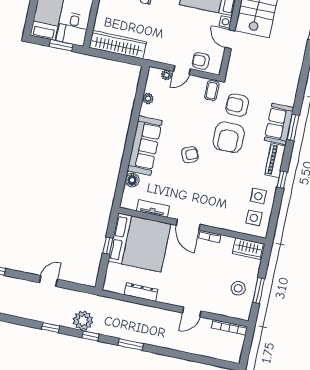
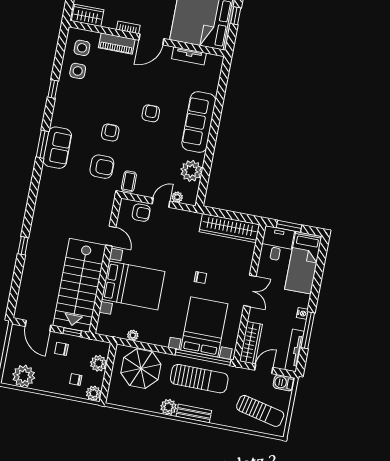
plant: (148, 99) -> (191, 171), width x1.87, depth x1.87
armchair: (229, 137) -> (110, 133), width x0.53, depth x0.53
armchair: (190, 155) -> (151, 113), turned 113
piano: (275, 160) -> (117, 43), moved, turned 90
floor lamp: (132, 180) -> (211, 85), removed
door: (188, 225) -> (151, 39), swing flipped

